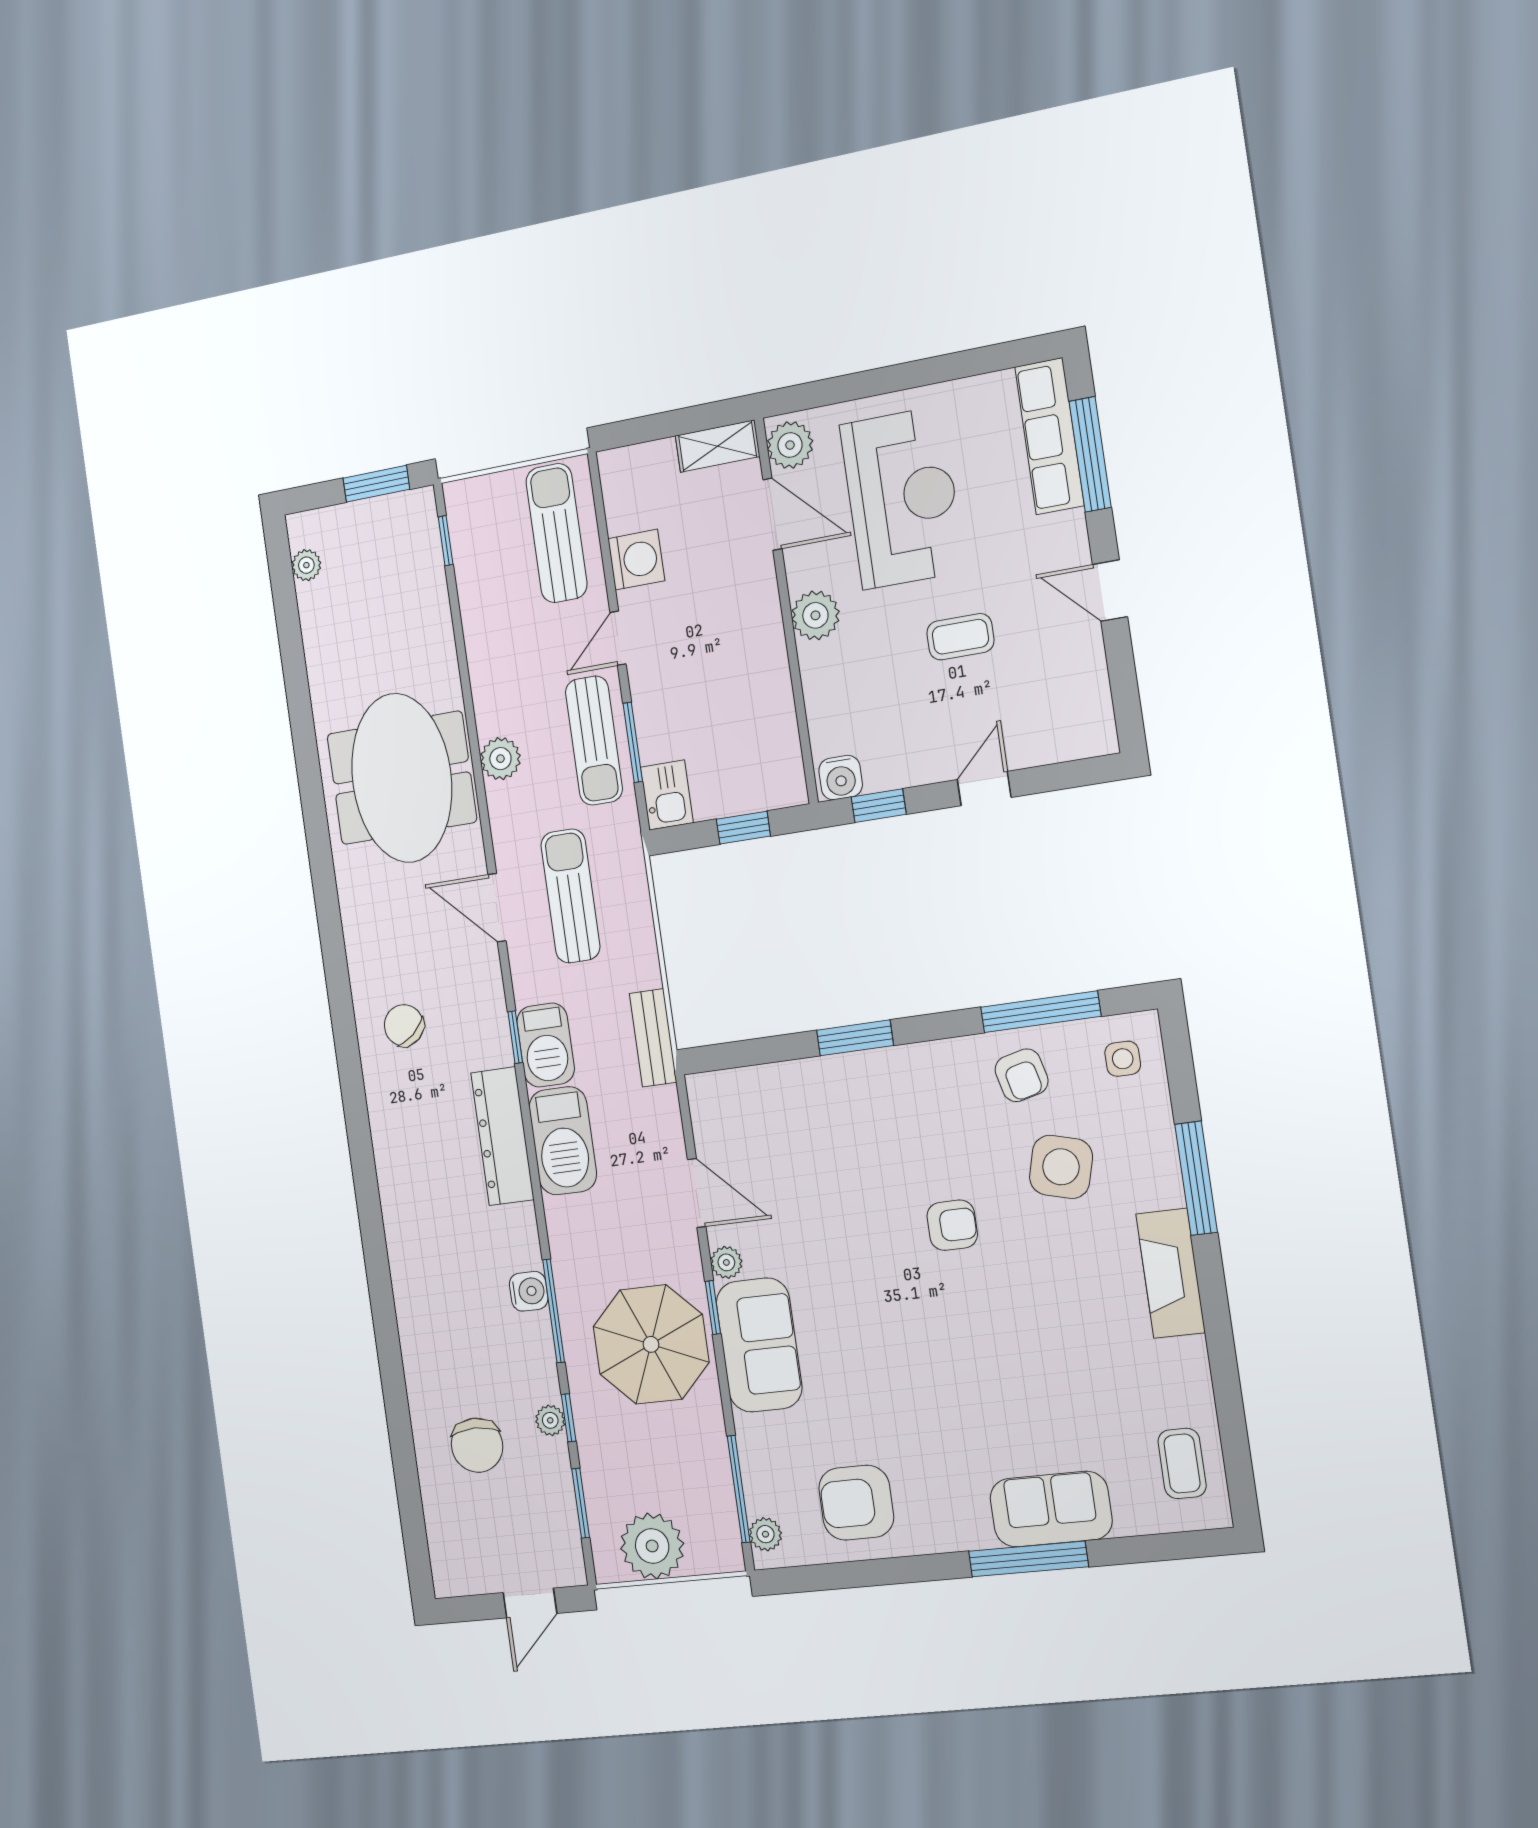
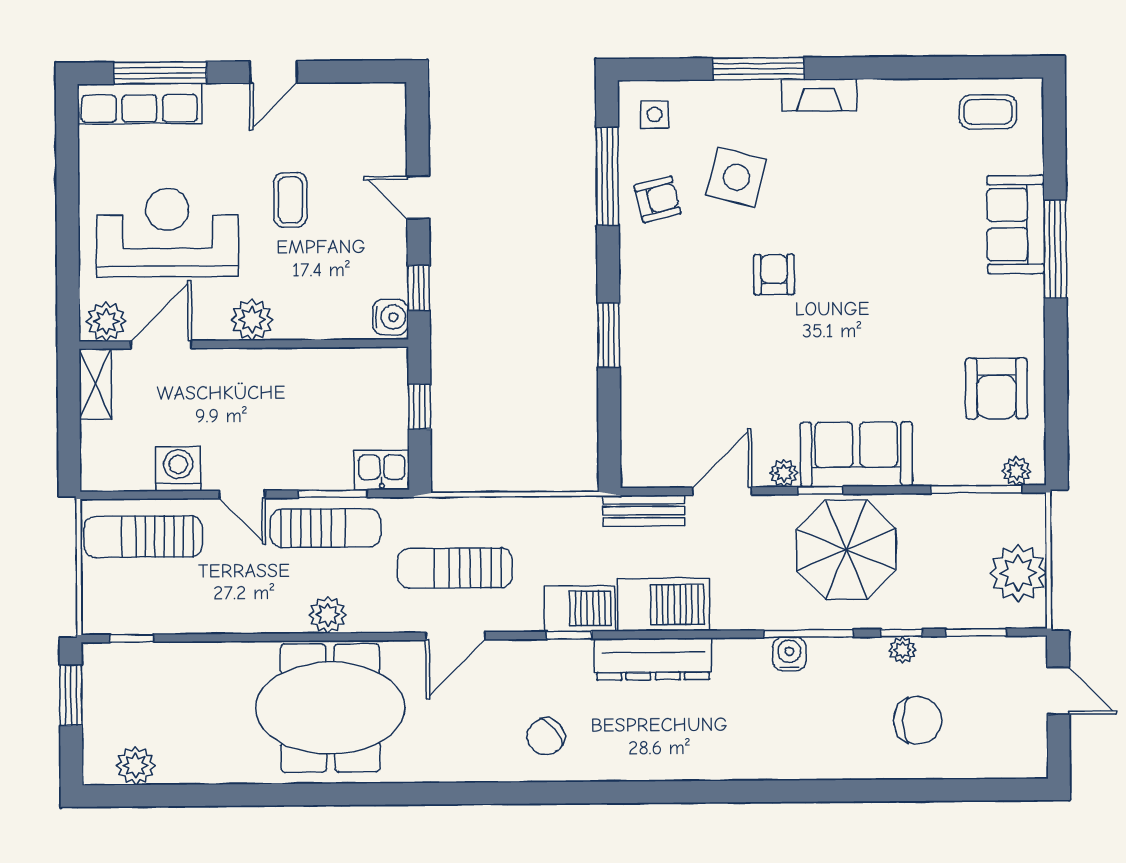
plant: (306, 565) -> (135, 766), width x1.38, depth x1.38
bench: (653, 1038) -> (644, 511), moved
fireplace: (1170, 1273) -> (819, 95), width x0.73, depth x0.76

